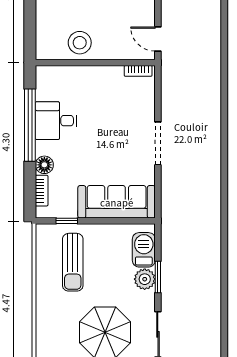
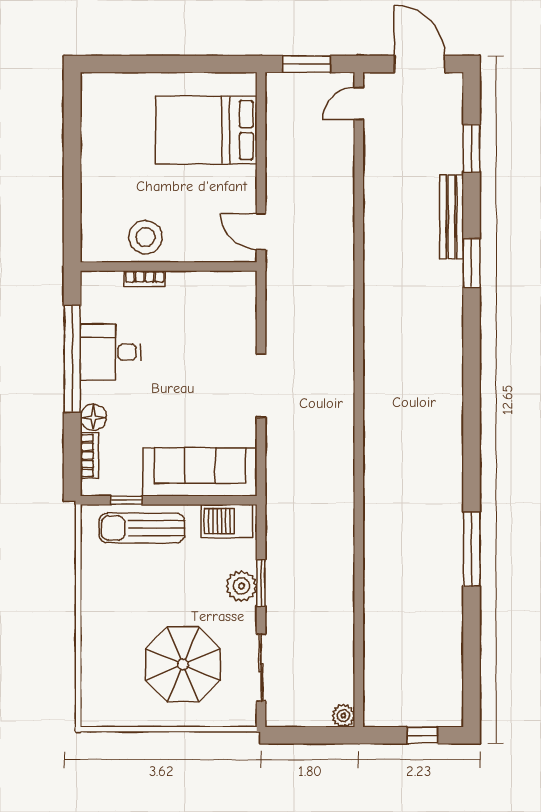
bookcase: (138, 71) -> (145, 279), moved
barbecue: (144, 250) -> (227, 521), moved, turned -90
sun lounger: (73, 262) -> (142, 528), moved, turned 90

